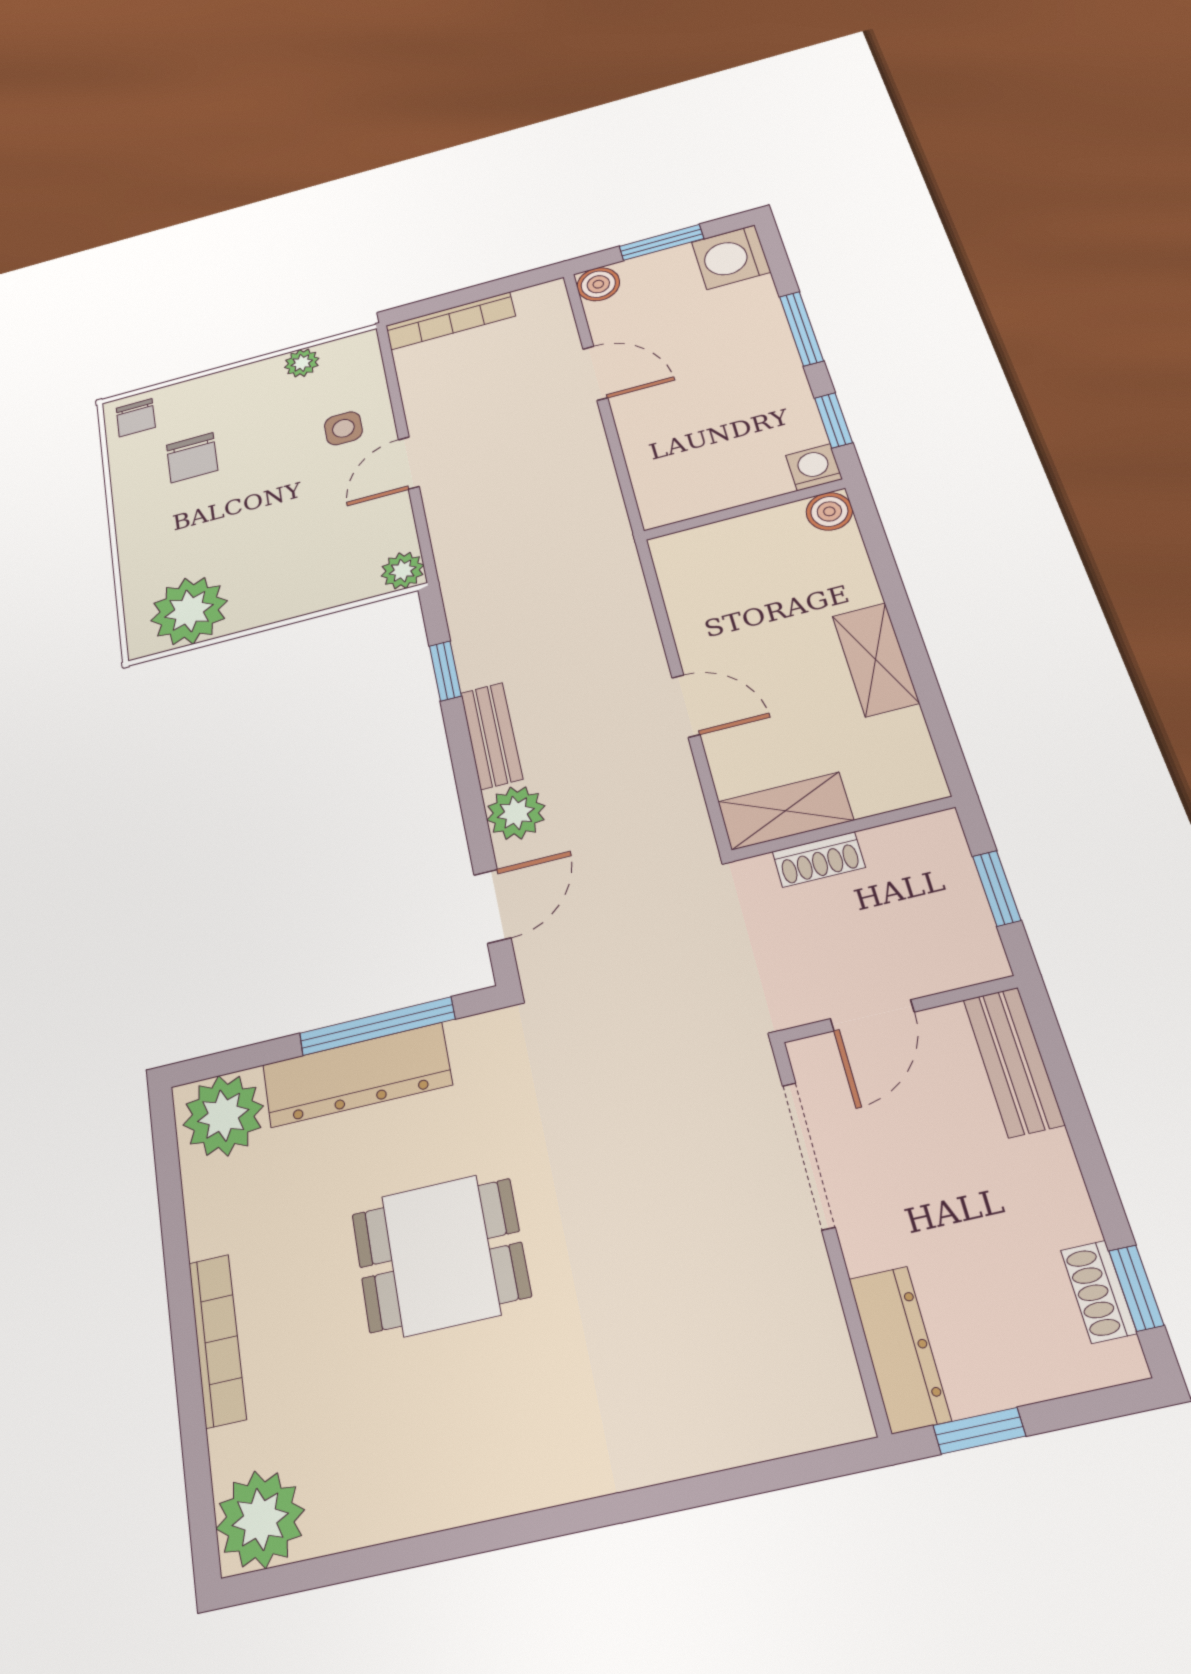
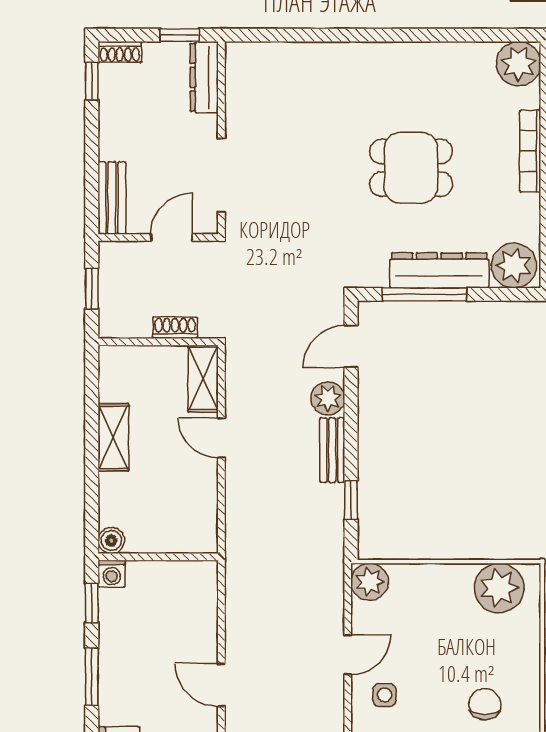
plant: (403, 571) -> (370, 582), width x1.38, depth x1.38
shelving: (785, 811) -> (203, 379), moved, turned 90
shoe rack: (1098, 1292) -> (120, 52), moved, turned 90

